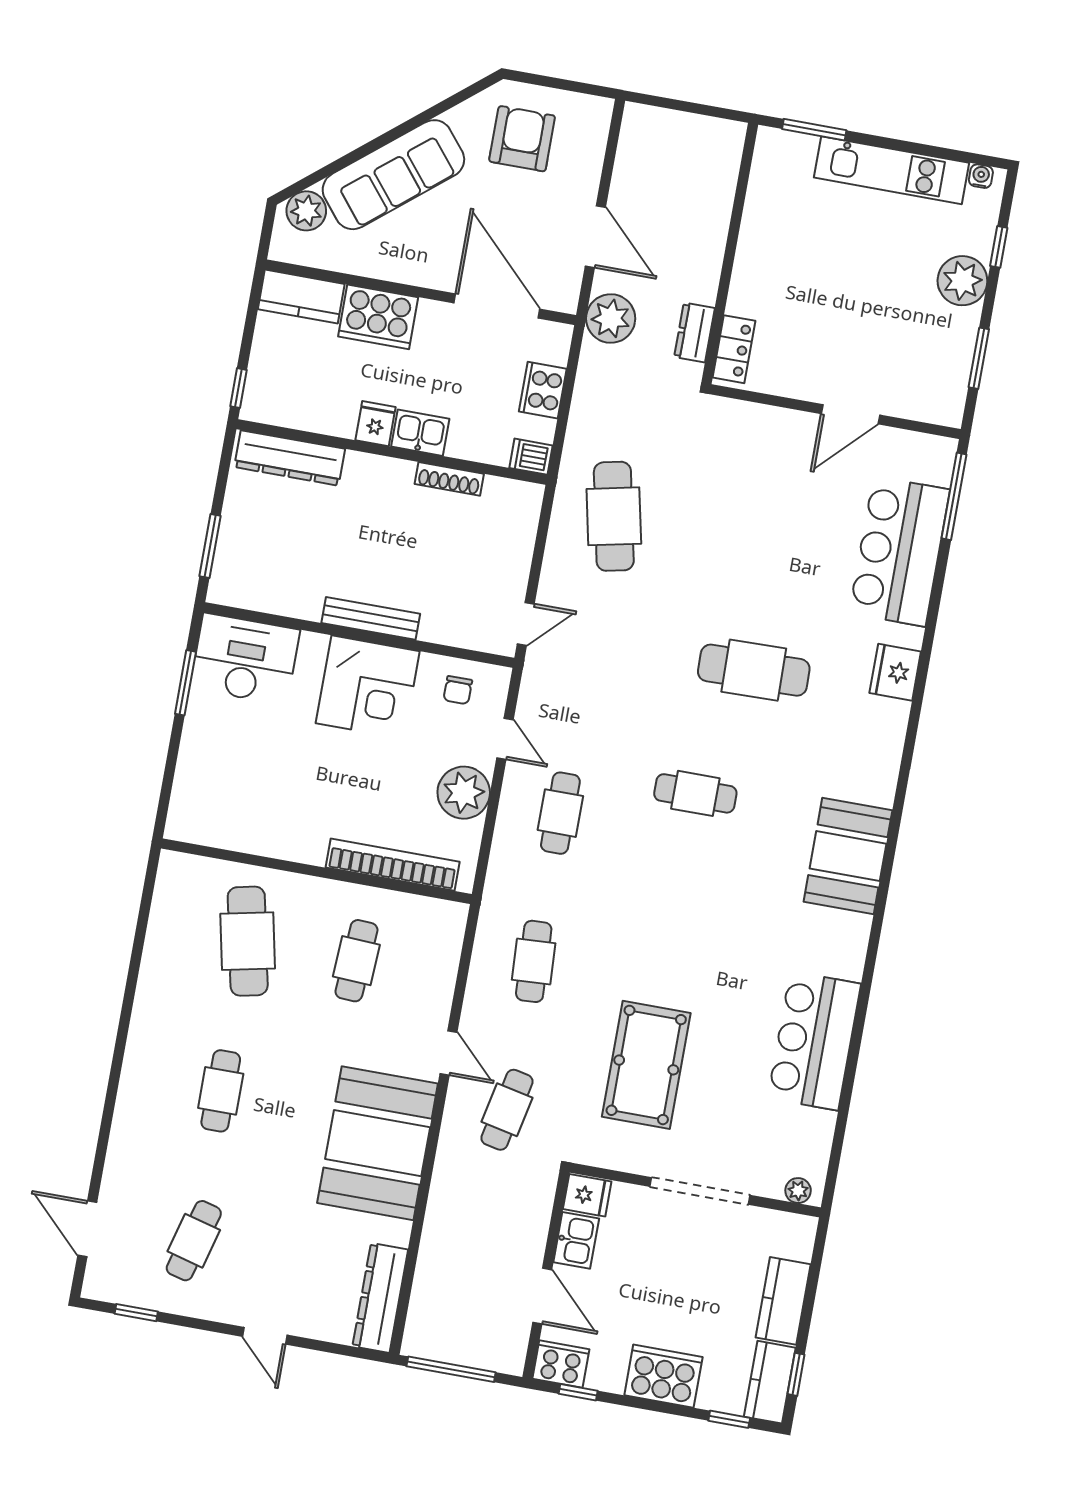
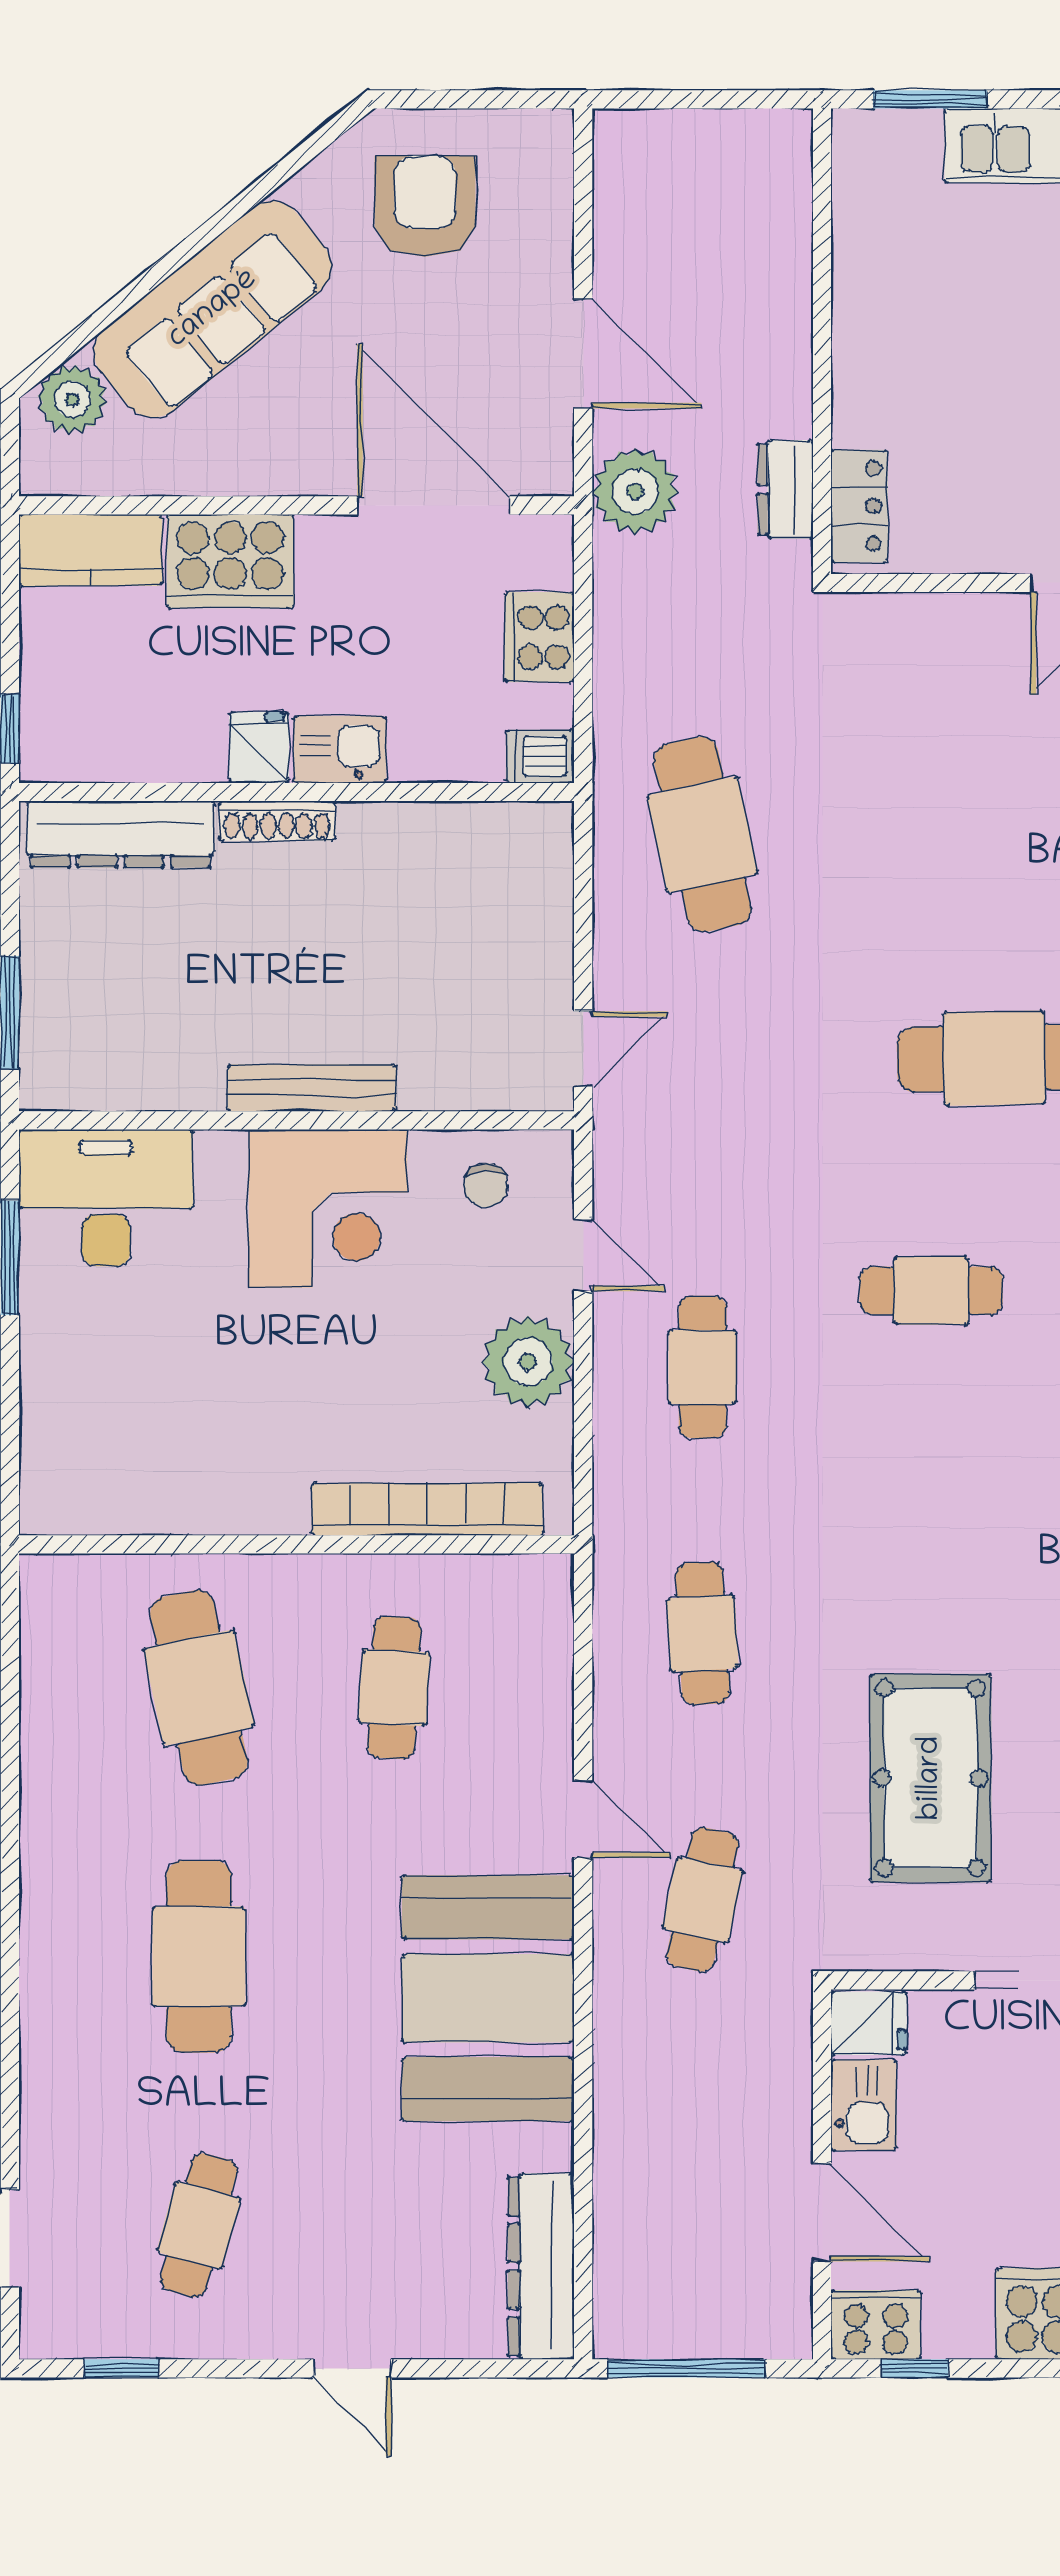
shoe rack: (449, 479) -> (277, 821), moved
cafe table: (221, 1091) -> (199, 1956), width x1.37, depth x1.35

